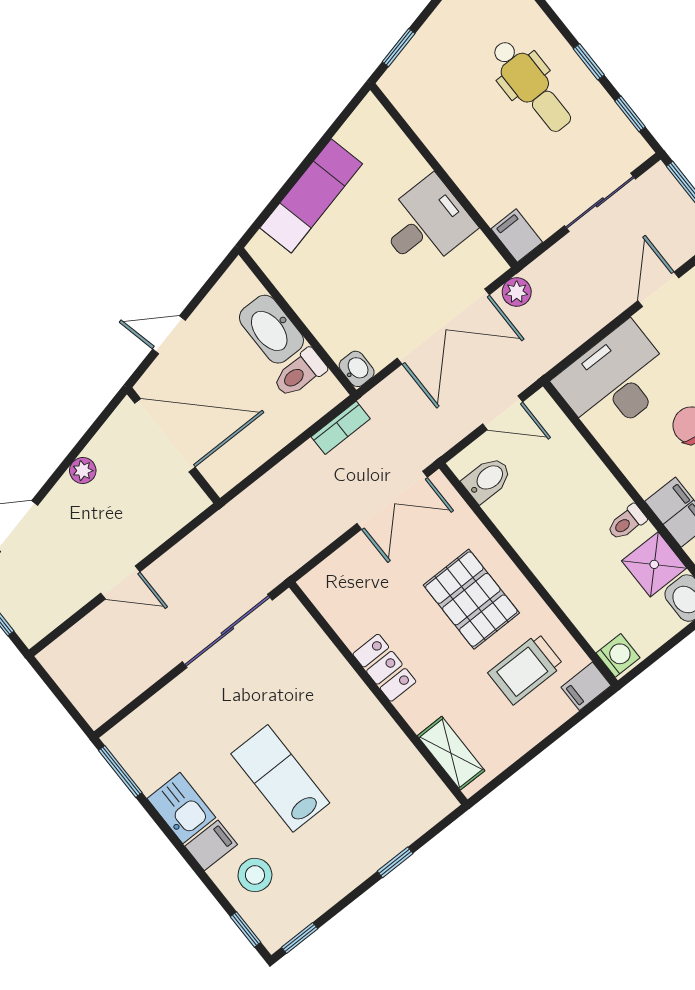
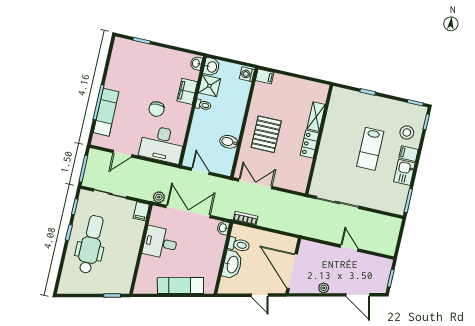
dental chair: (531, 86) -> (91, 244), width x1.36, depth x1.38
bidet: (487, 479) -> (229, 142), moved
trolley: (526, 669) -> (274, 100), removed
shelving: (451, 753) -> (316, 117), moved

